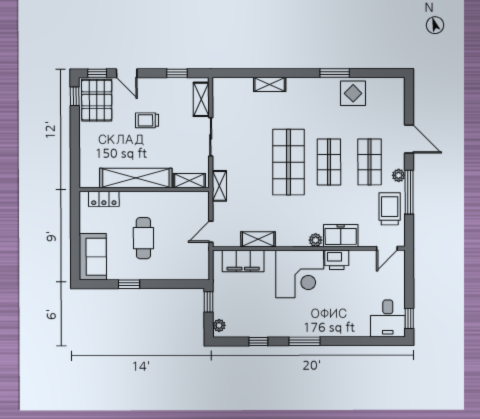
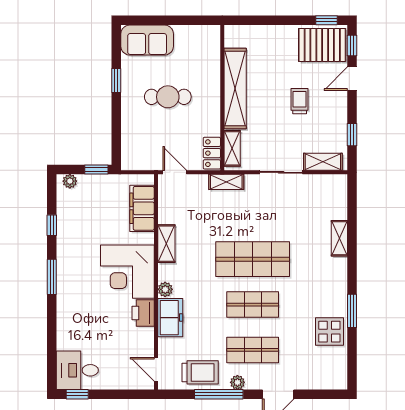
locker: (104, 199) -> (212, 153), moved
shelving: (258, 239) -> (166, 244), moved

